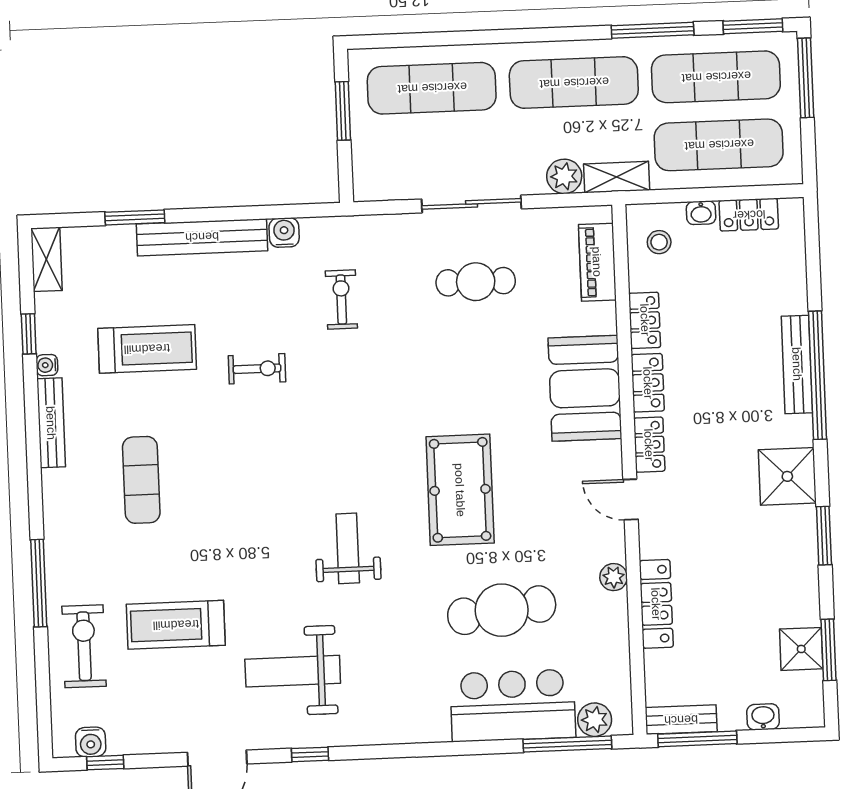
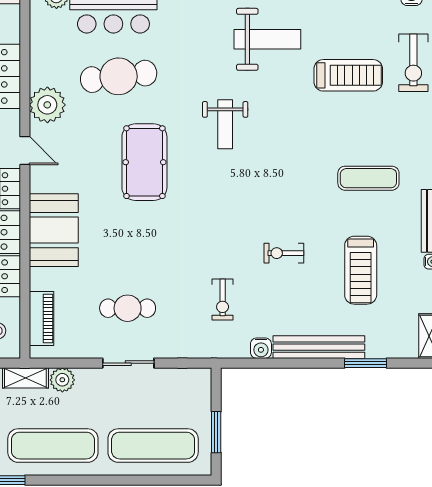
sliding door: (472, 204) -> (128, 363), width x0.73
treadmill: (147, 349) -> (361, 270), turned -90
exercise mat: (141, 480) -> (368, 178), turned 90
plant: (614, 577) -> (47, 105), width x1.88, depth x1.88

